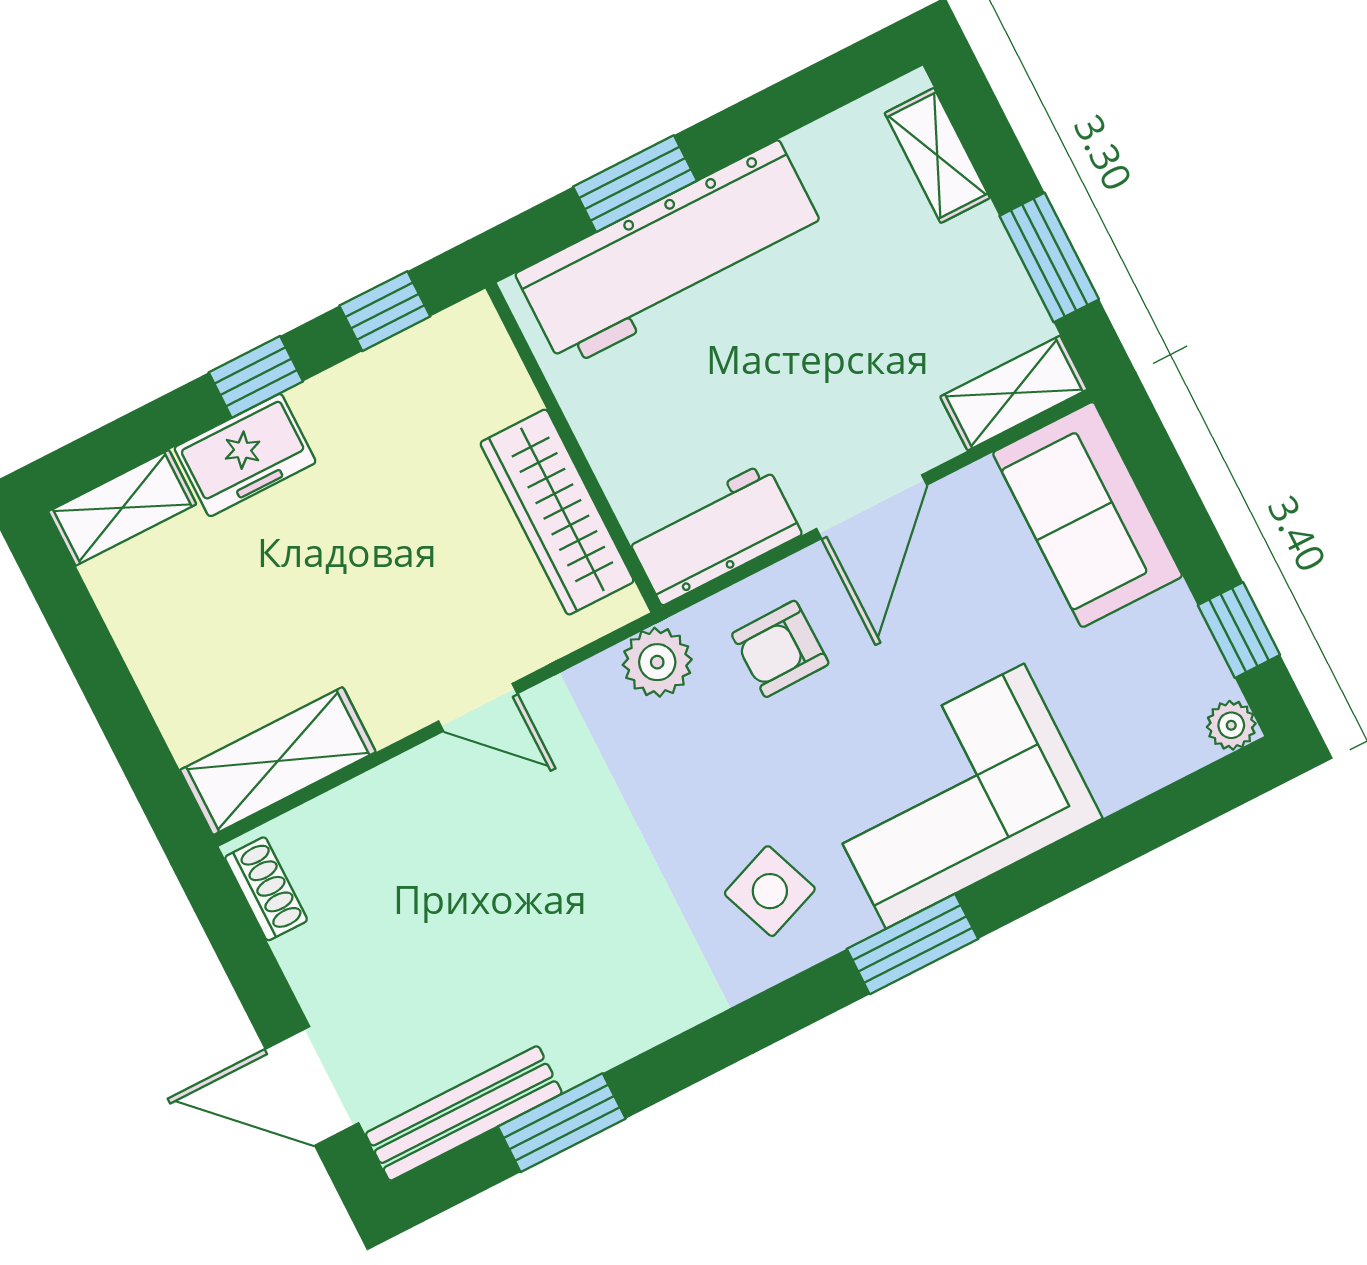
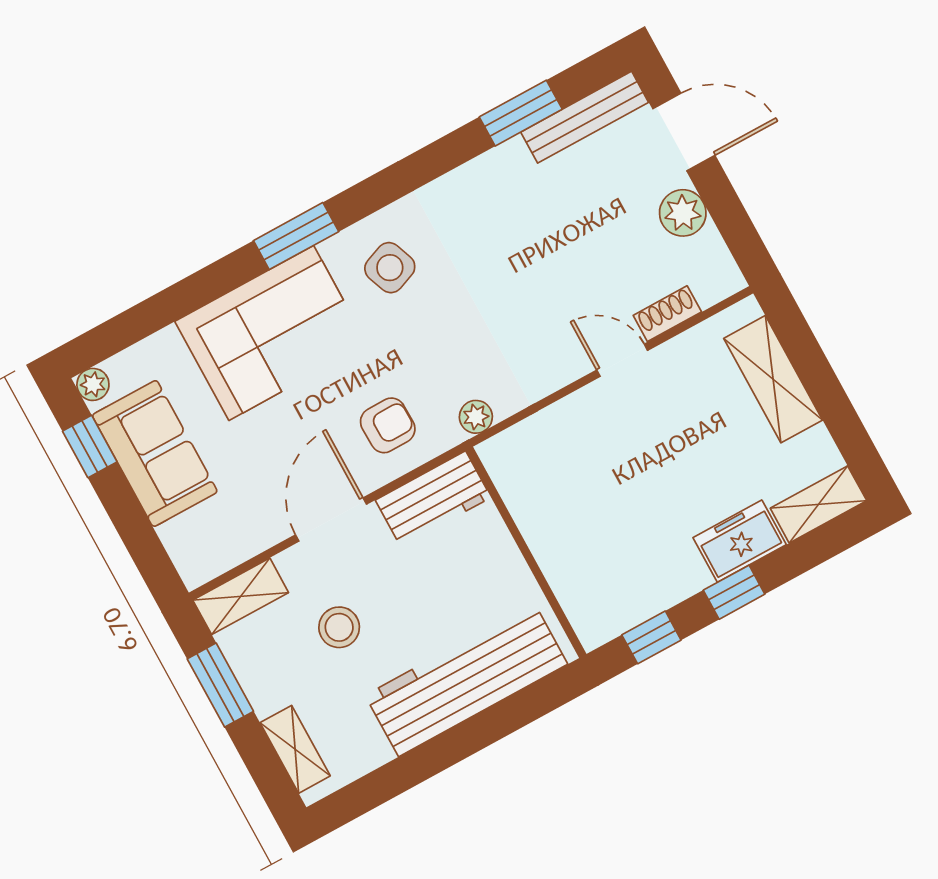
window: (635, 184) -> (491, 725), removed
stool: (864, 341) -> (339, 627), added
wardrobe: (557, 512) -> (536, 510), removed
sofa: (1088, 515) -> (155, 453), moved
plant: (657, 662) -> (476, 417), width x0.73, depth x0.73
door: (478, 707) -> (622, 360), moved
shelving: (278, 761) -> (773, 379), moved, turned 90
shoe rack: (266, 889) -> (667, 314), moved, turned 90
plant: (317, 962) -> (683, 213), added

